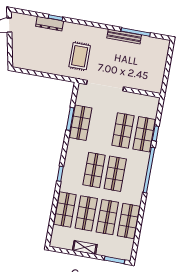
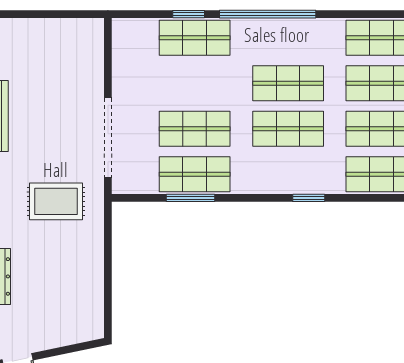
shop shelf: (123, 130) -> (195, 129), moved

